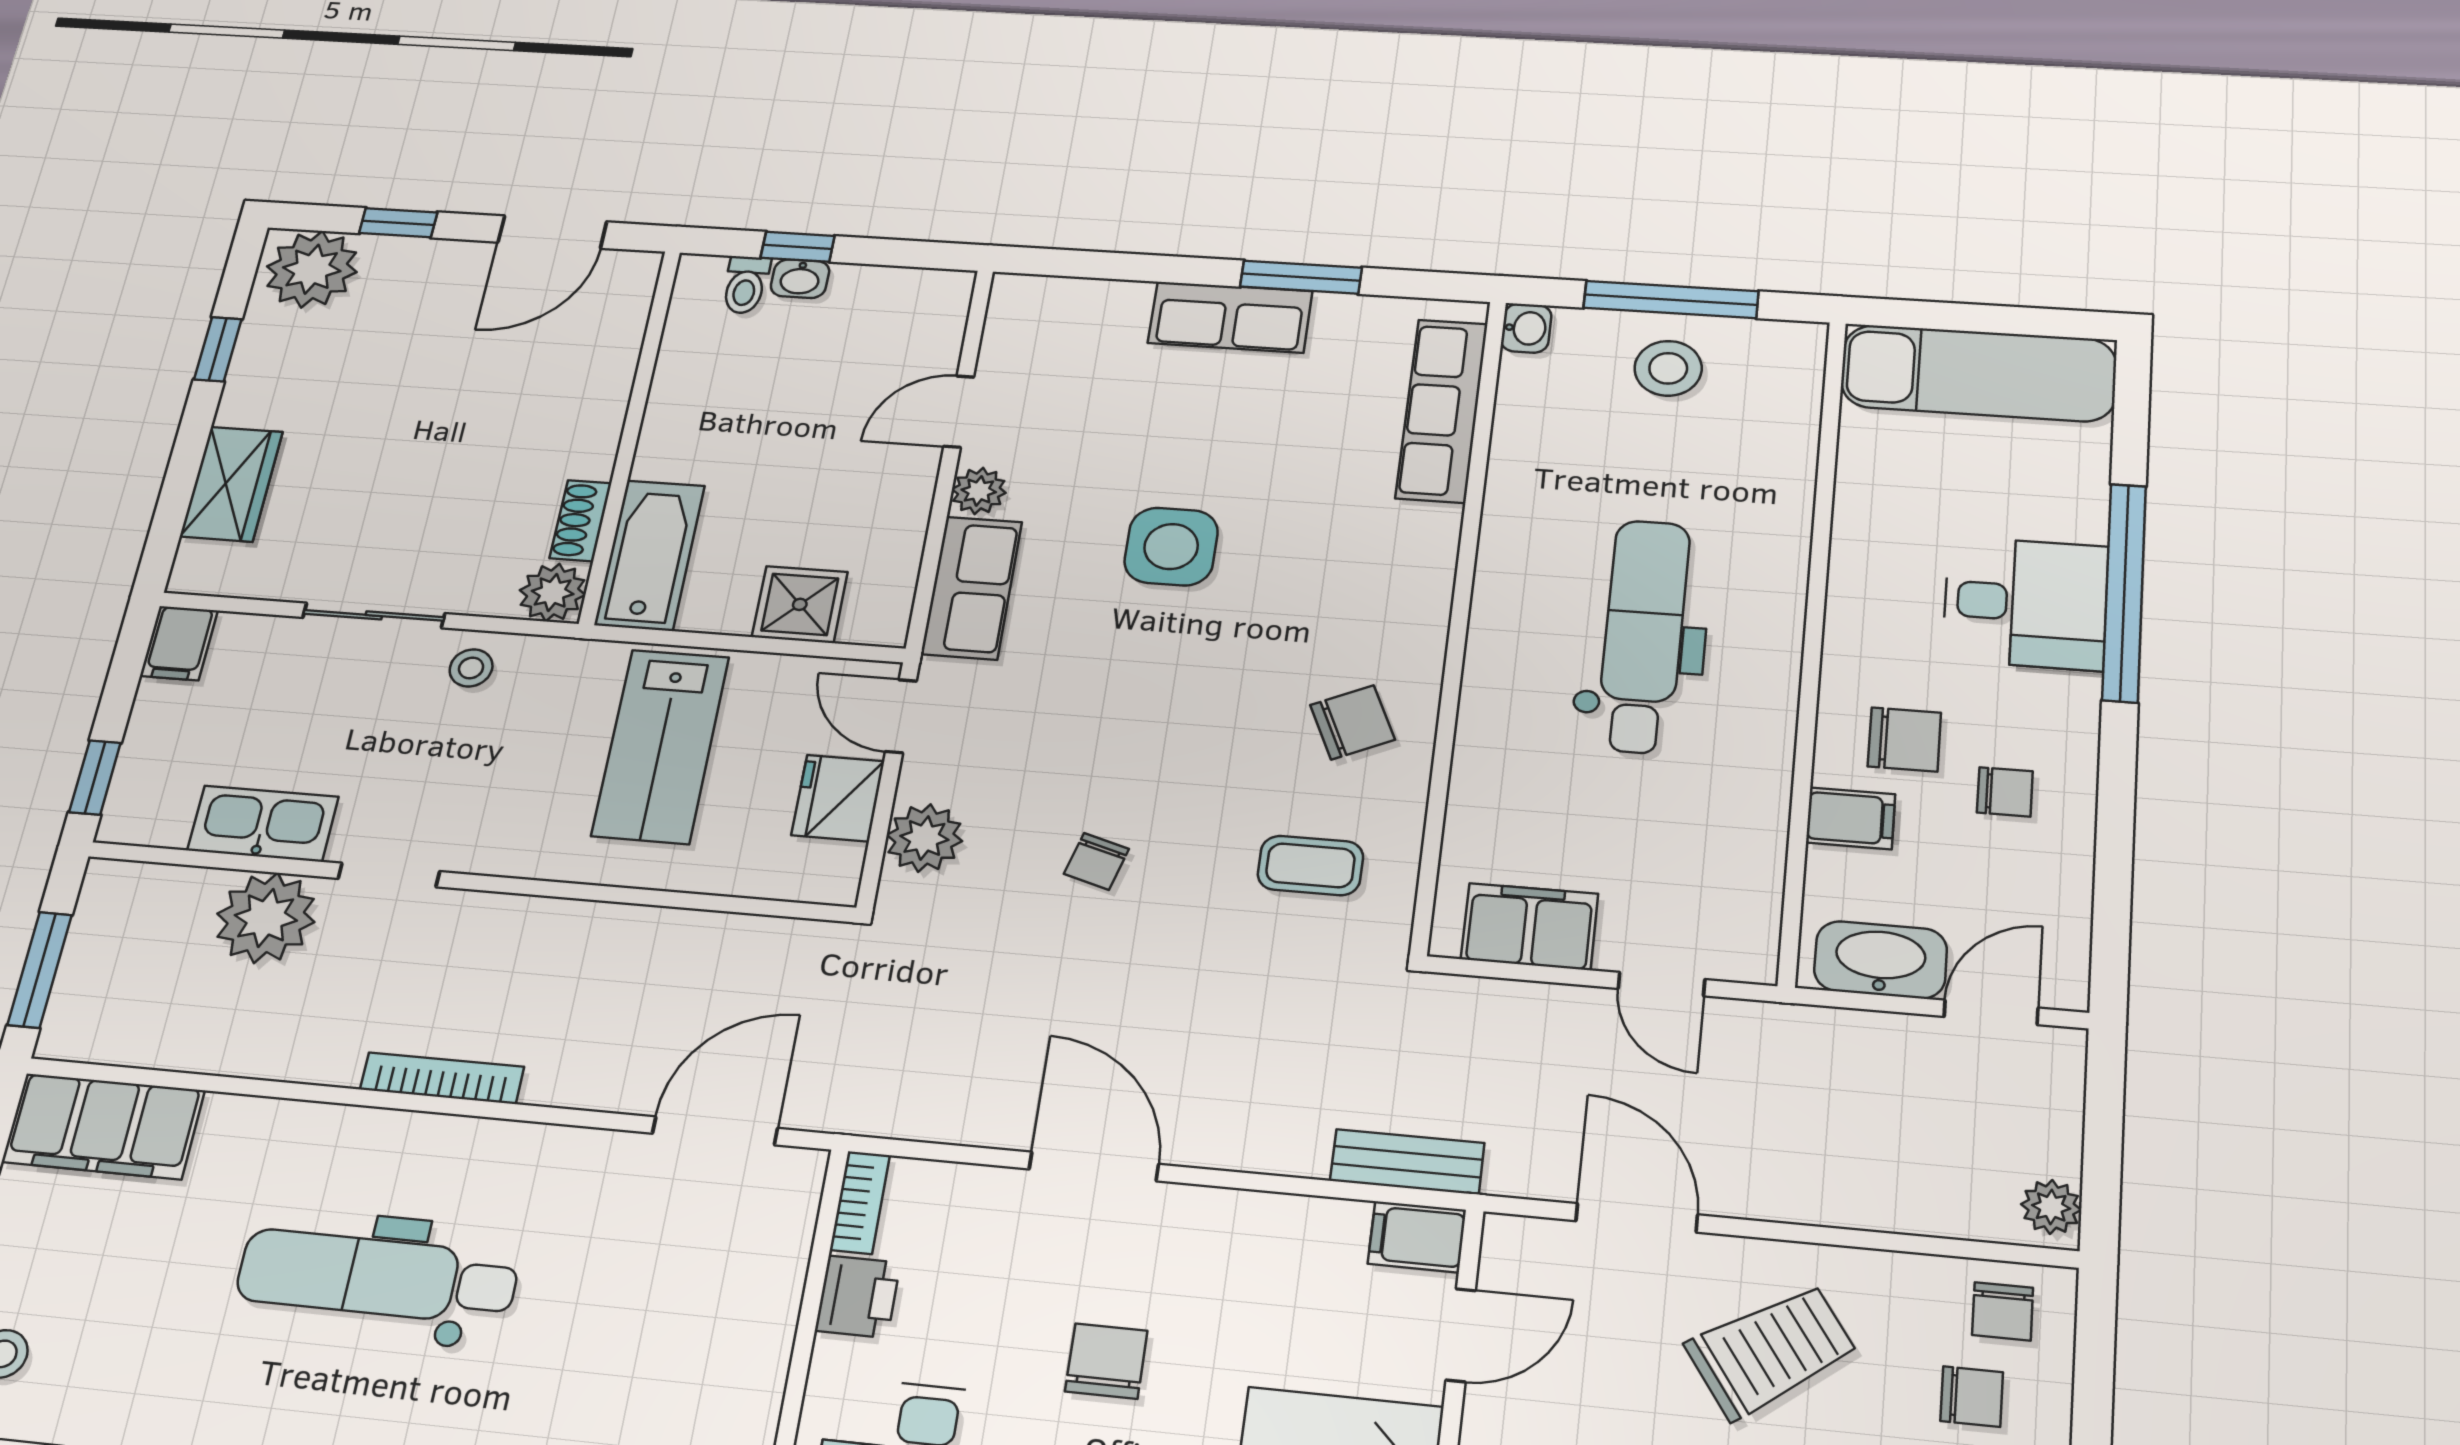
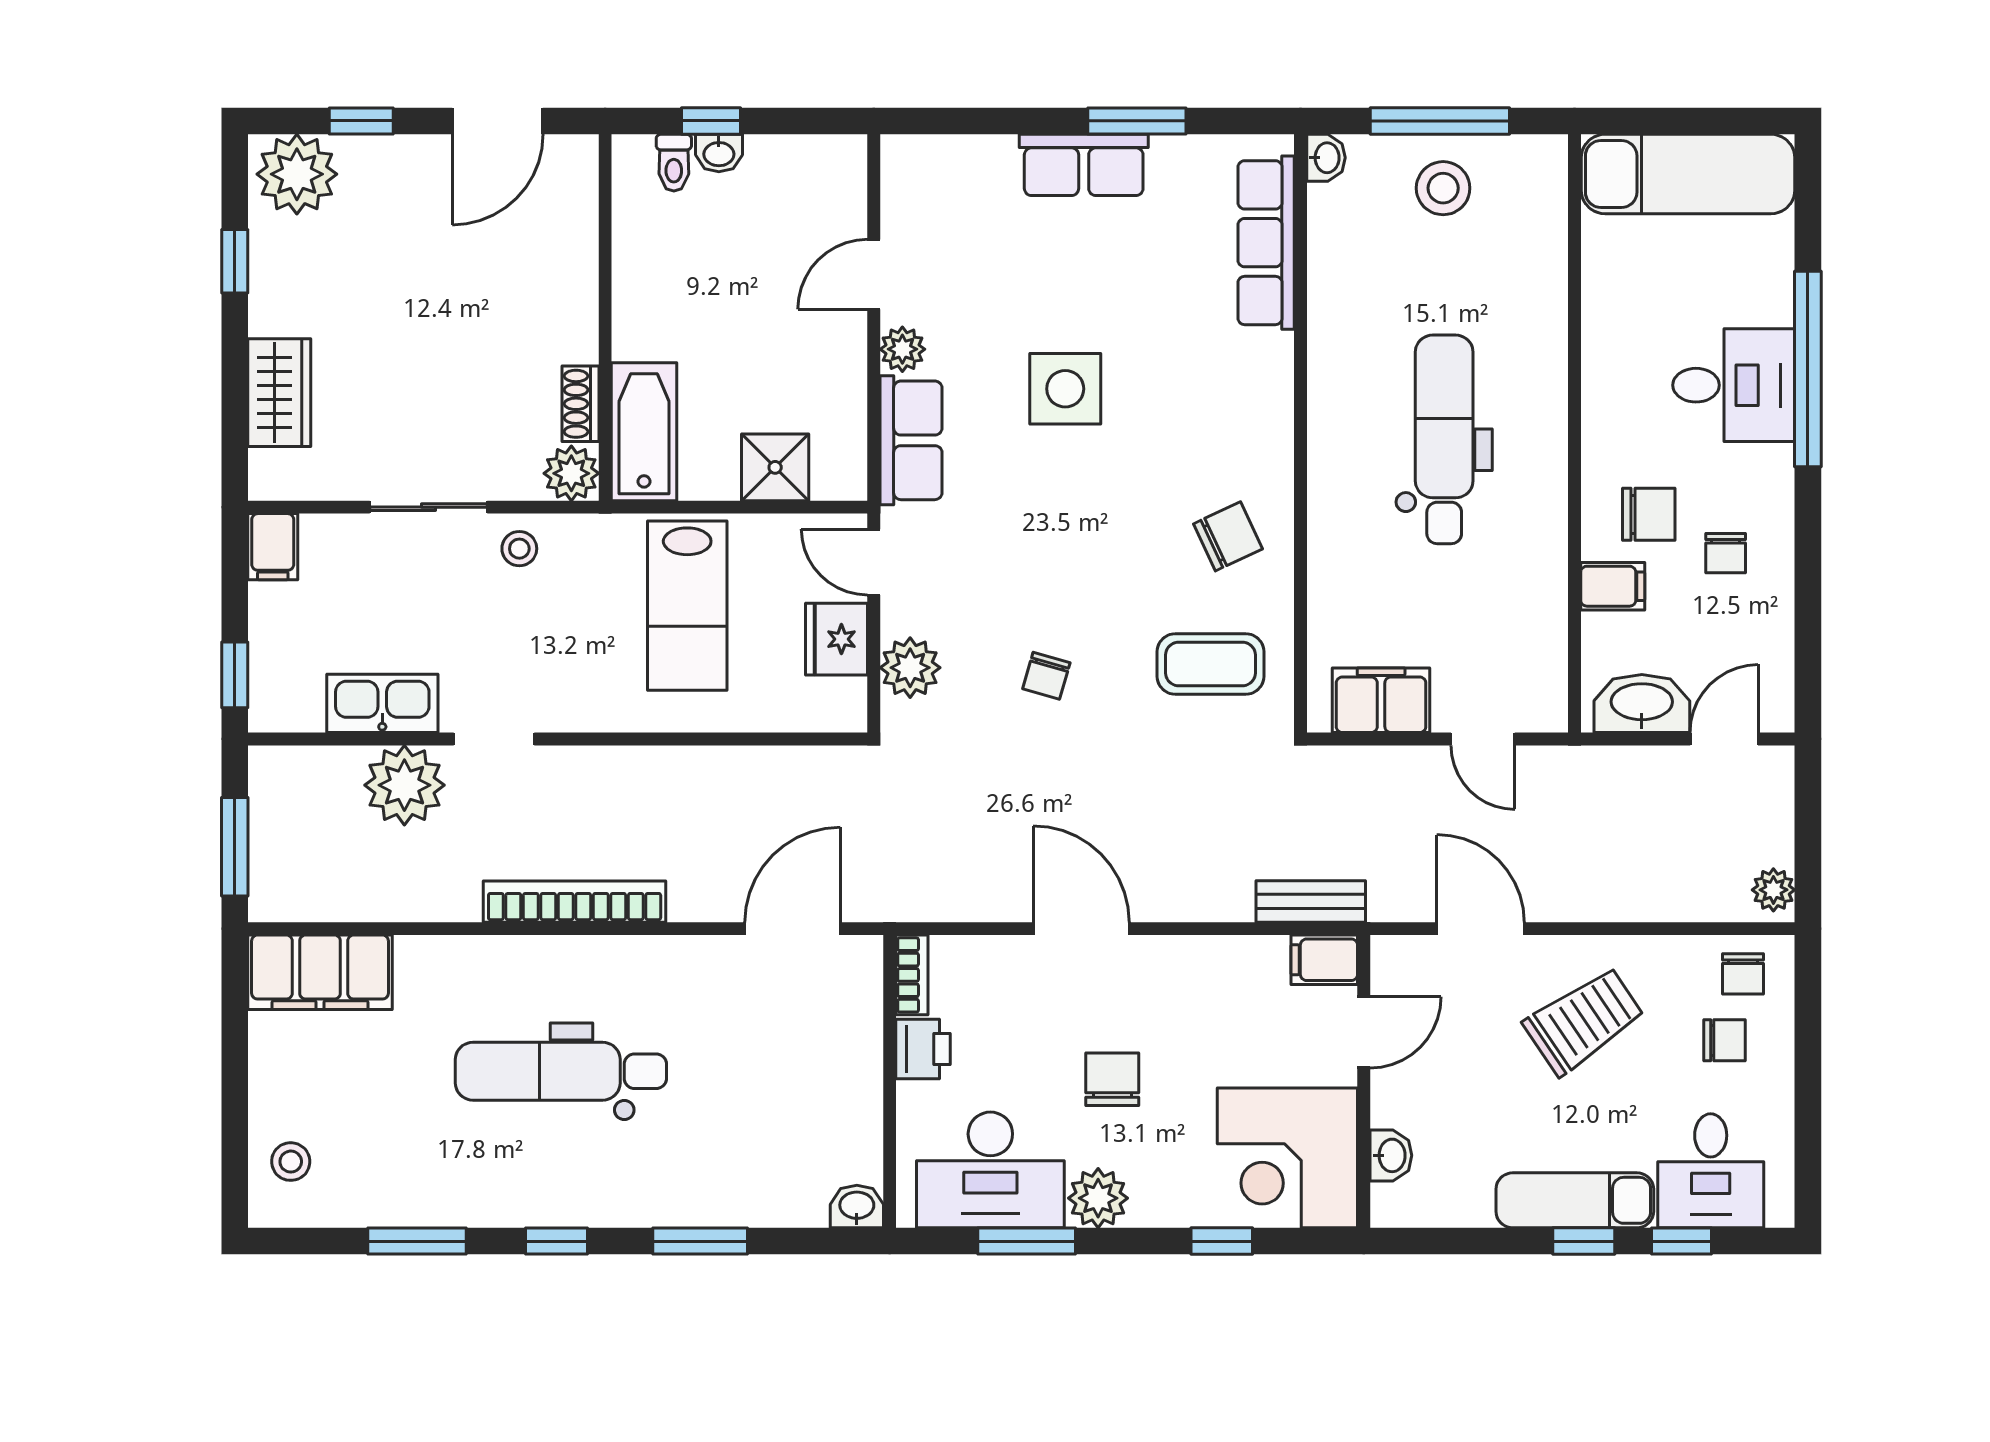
chair: (2005, 792) -> (1726, 553), turned 90
coffee table: (1310, 865) -> (1210, 664), width x1.36, depth x1.30
bookcase: (442, 1078) -> (575, 902), width x1.48, depth x1.31

